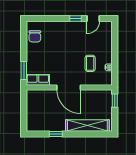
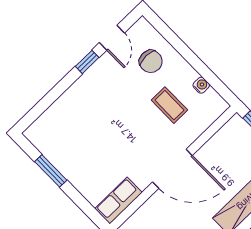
chair: (35, 36) -> (151, 61), moved
window: (24, 70) -> (51, 171), moved

